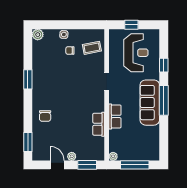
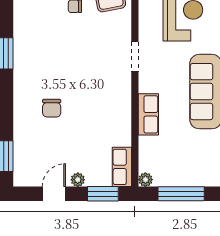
chair: (45, 116) -> (52, 108), moved
row of seats: (99, 124) -> (122, 167), moved
door: (57, 165) -> (54, 194), hinge flipped

